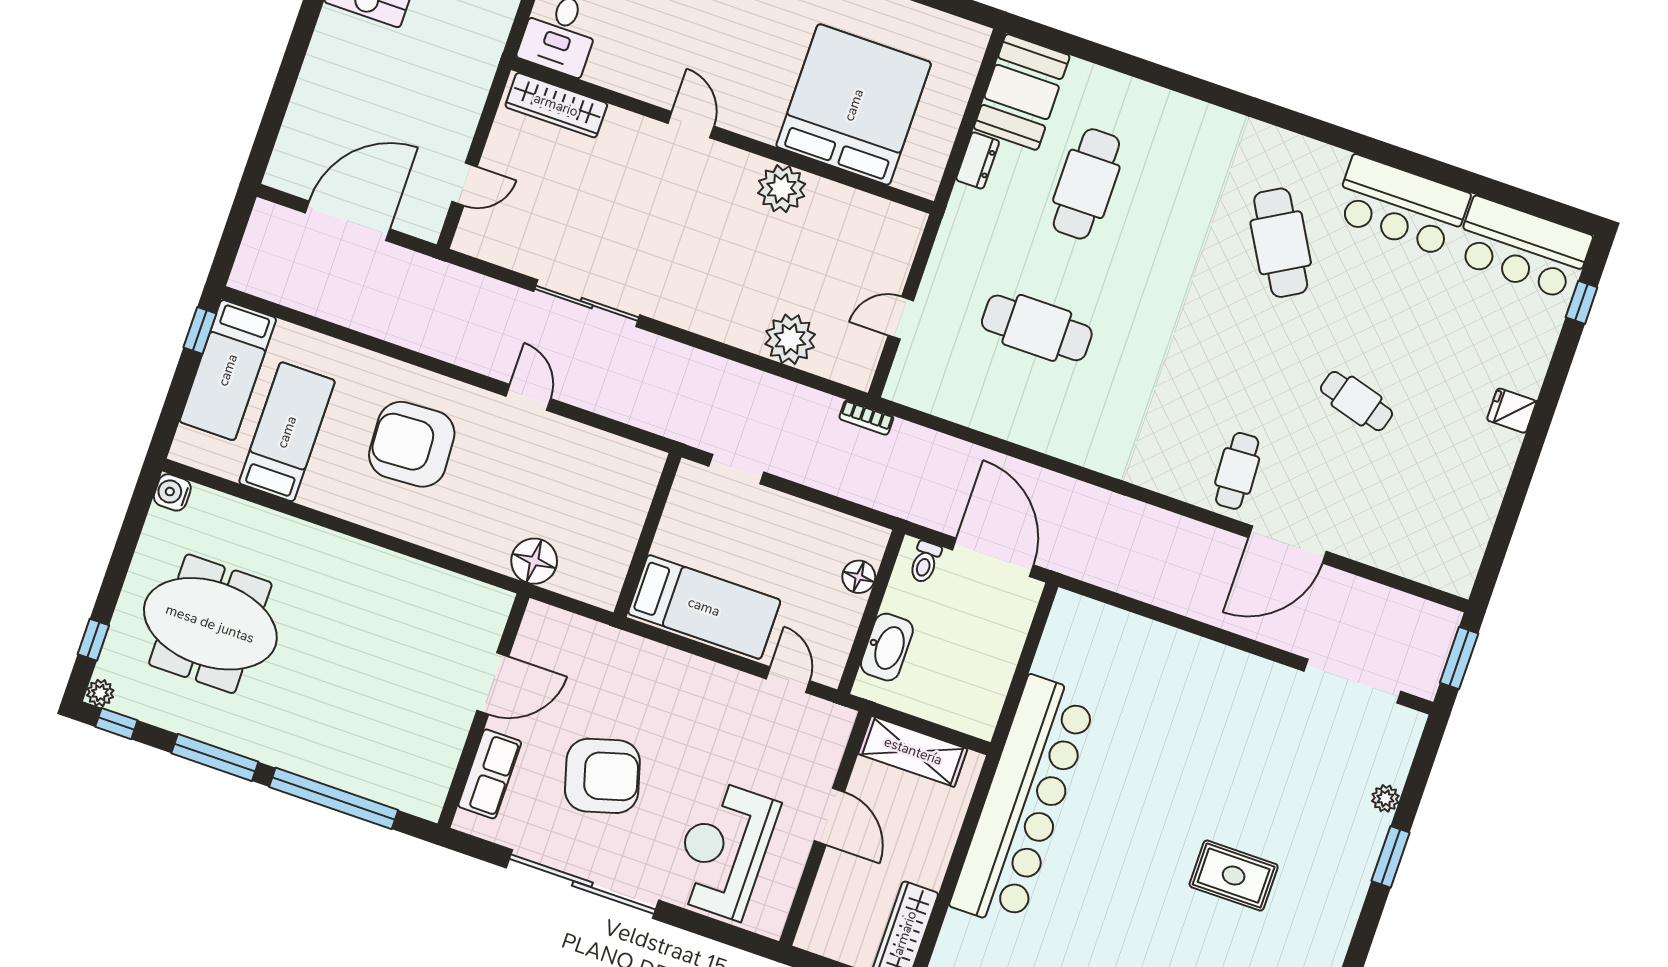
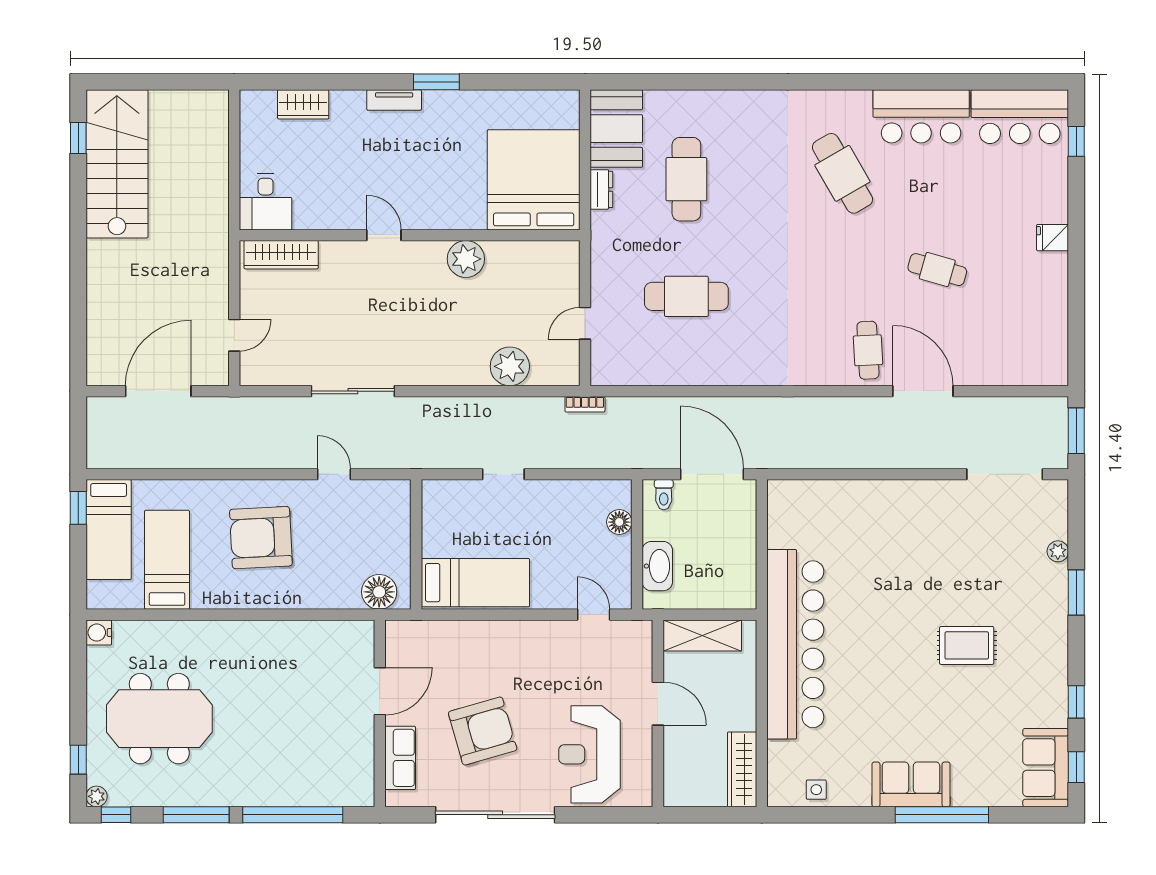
bed: (854, 105) -> (534, 180), moved
wall: (648, 535) -> (416, 544), moved
door: (1287, 544) -> (923, 391), swing flipped
bed: (704, 607) -> (475, 583), moved

